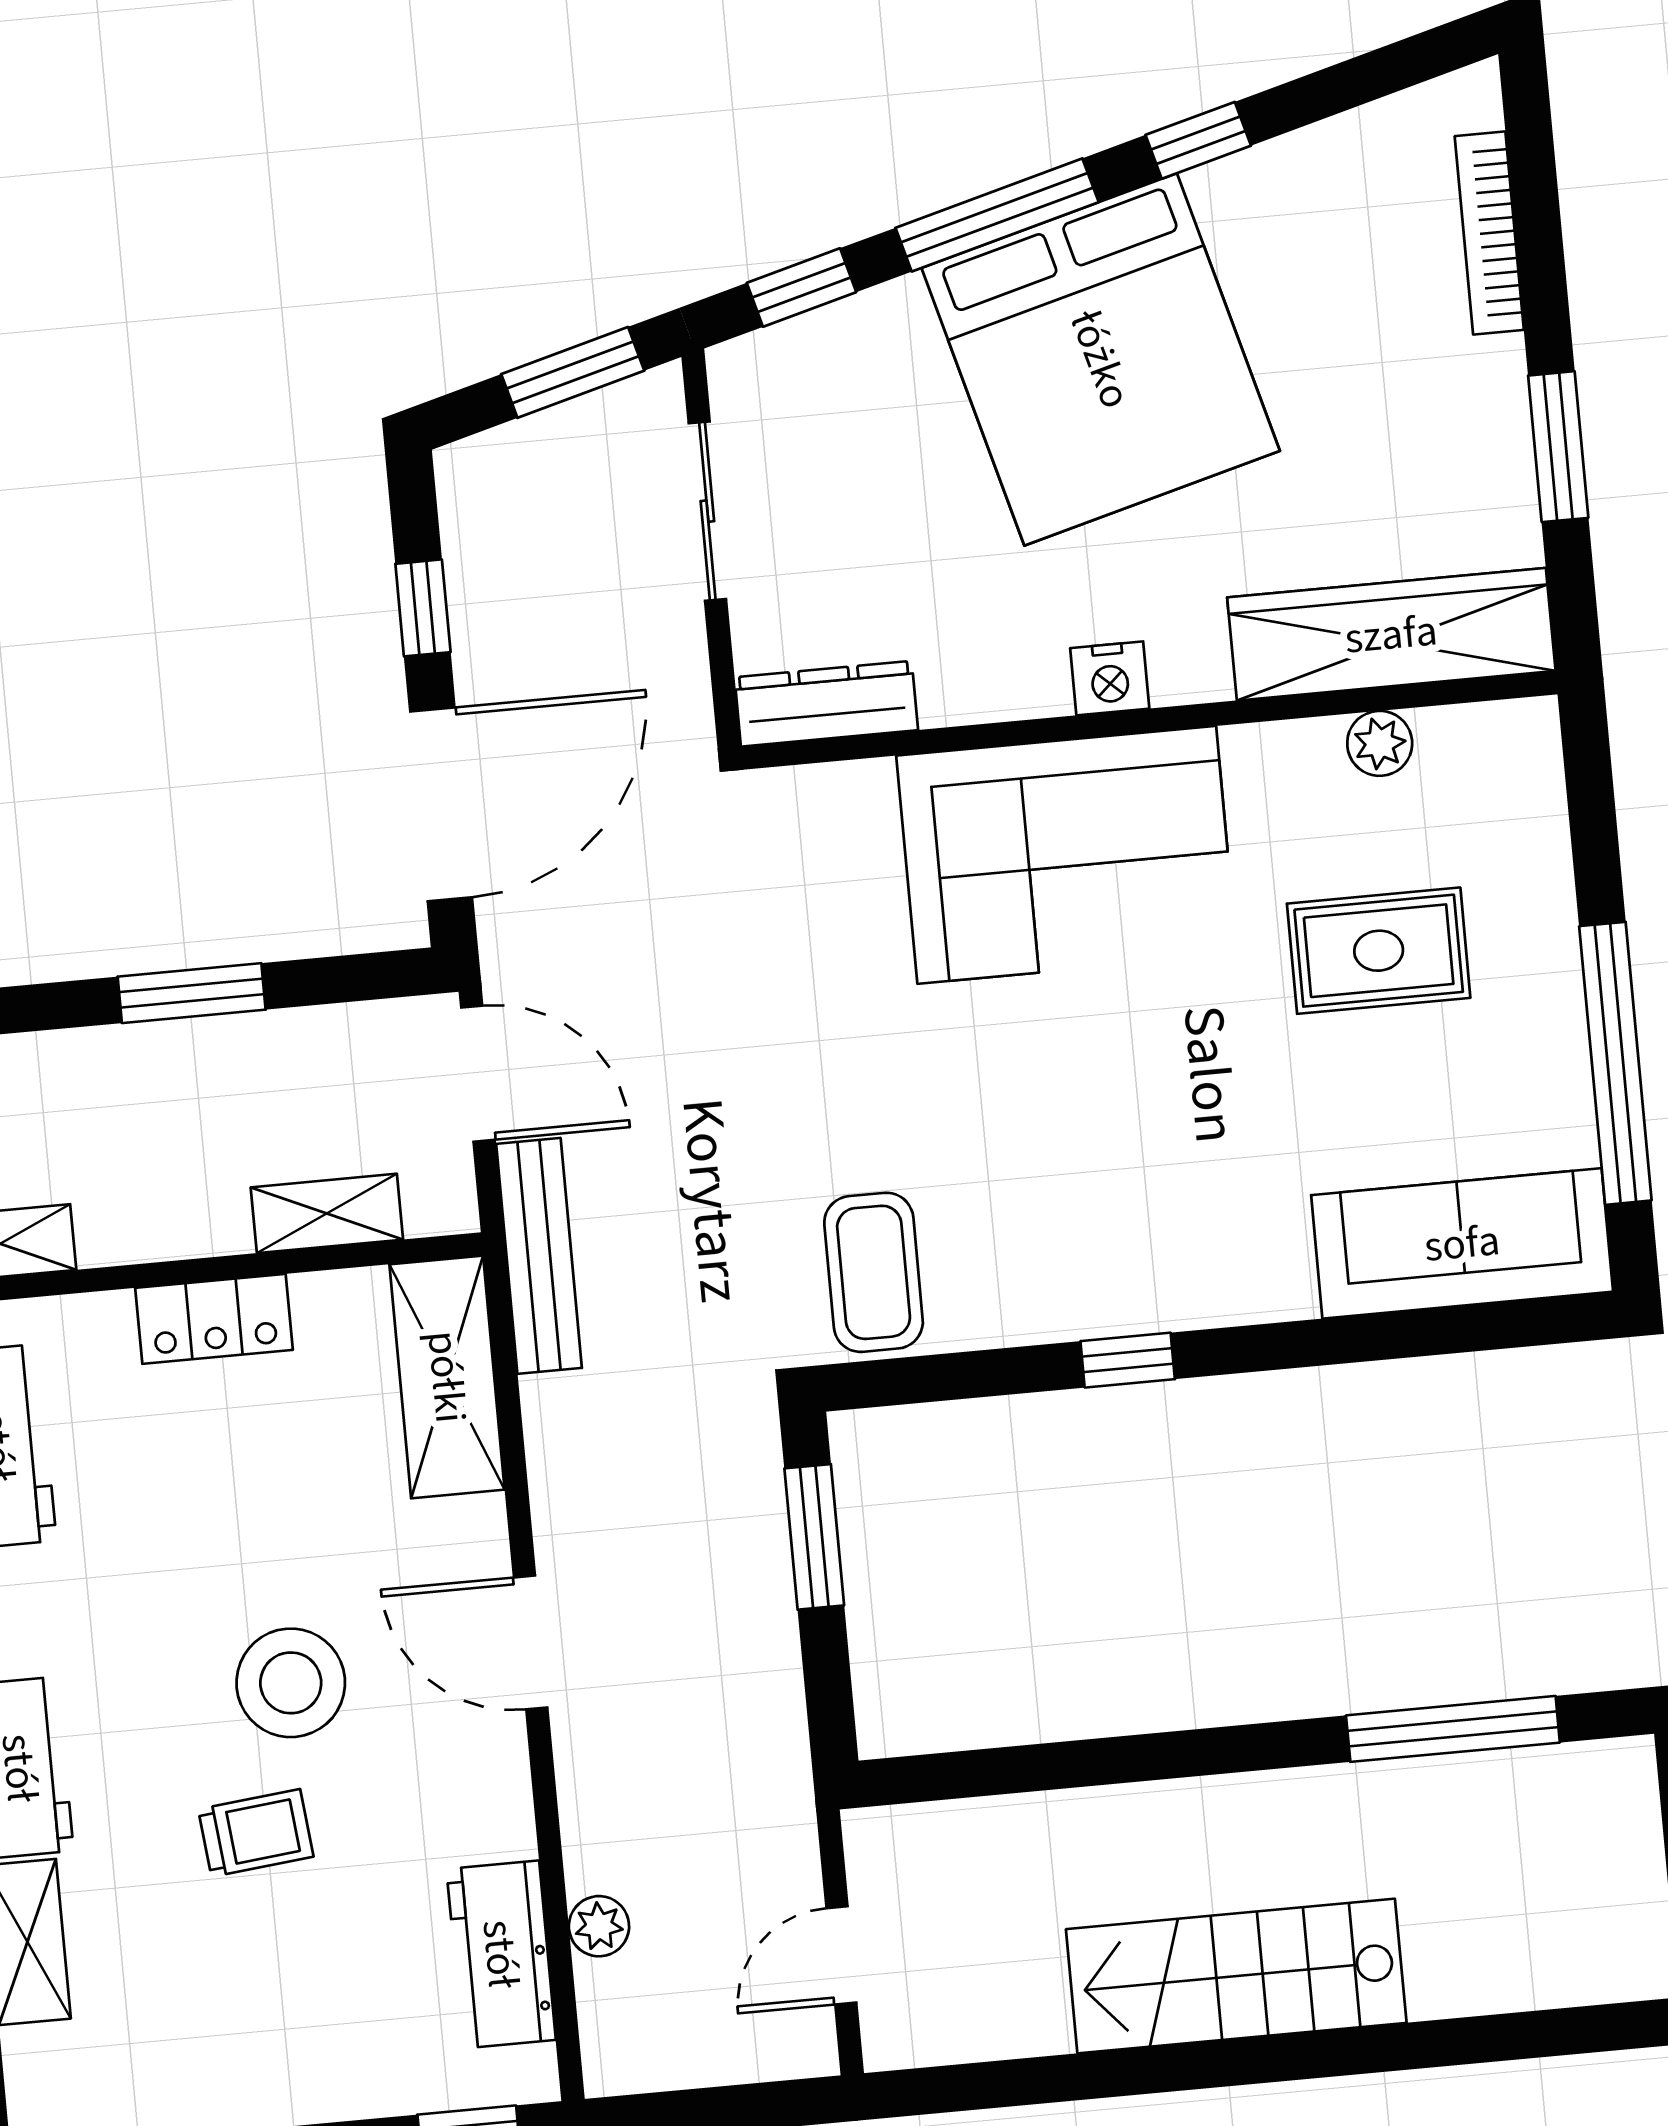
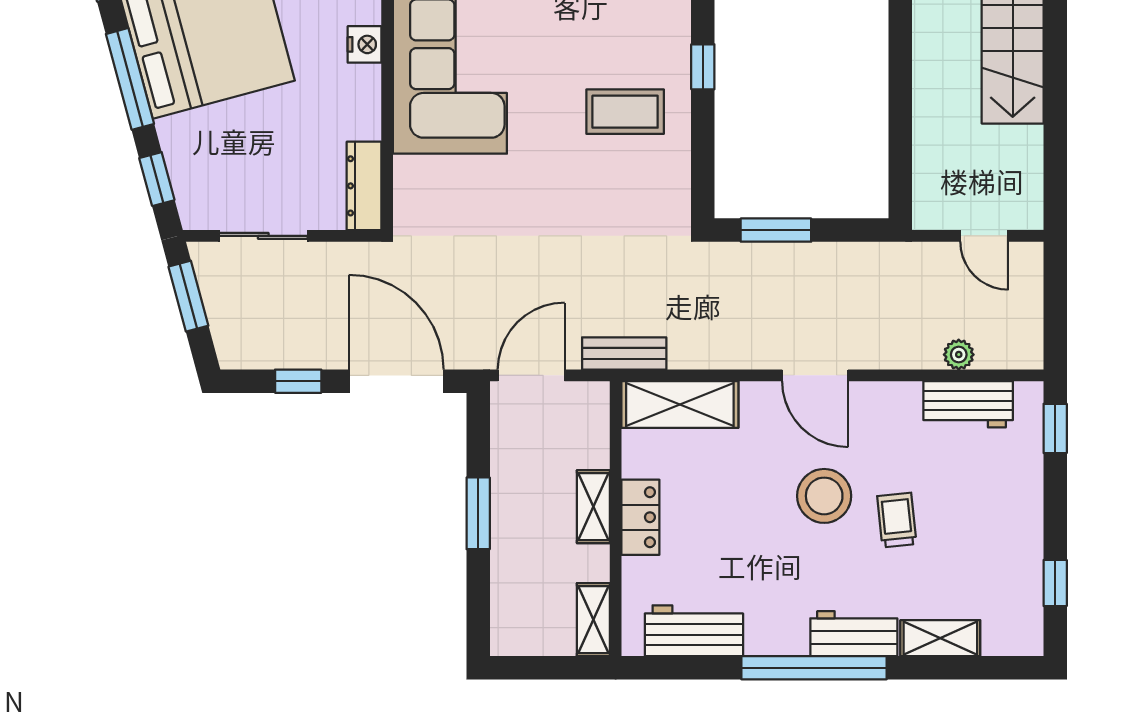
shelving: (327, 1213) -> (593, 507), moved
bench: (539, 1256) -> (624, 353), width x0.73
coffee table: (874, 1272) -> (625, 112), moved
door: (531, 1642) -> (815, 375), hinge flipped

